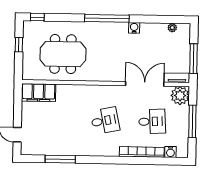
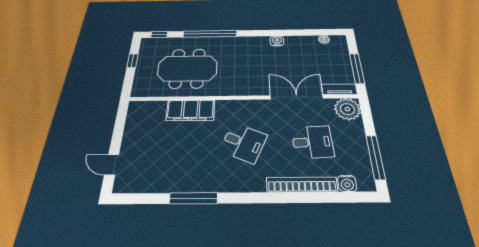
window: (107, 18) -> (210, 34), moved
filing cabinet: (39, 93) -> (191, 110), moved
desk: (105, 121) -> (243, 143), turned 36
window: (192, 121) -> (375, 157), moved
window: (60, 159) -> (193, 198), moved

